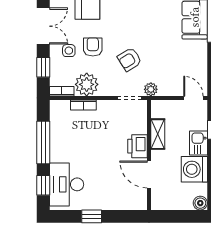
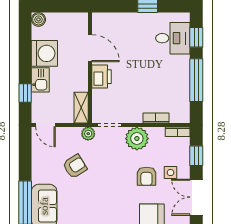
armchair: (130, 59) -> (75, 166), moved
plant: (87, 84) -> (137, 139), moved
shelving: (158, 134) -> (81, 108), moved
desk: (67, 184) -> (173, 38), width x0.73

